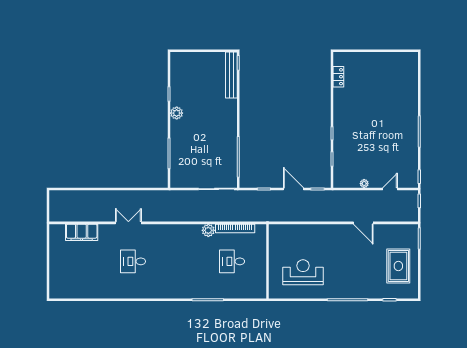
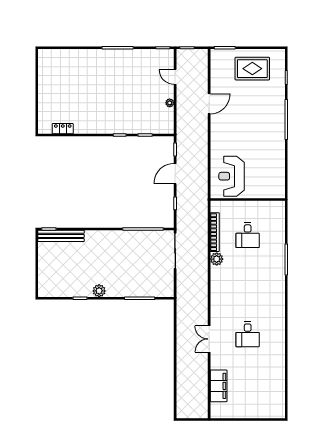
reception desk: (303, 272) -> (231, 176), moved

